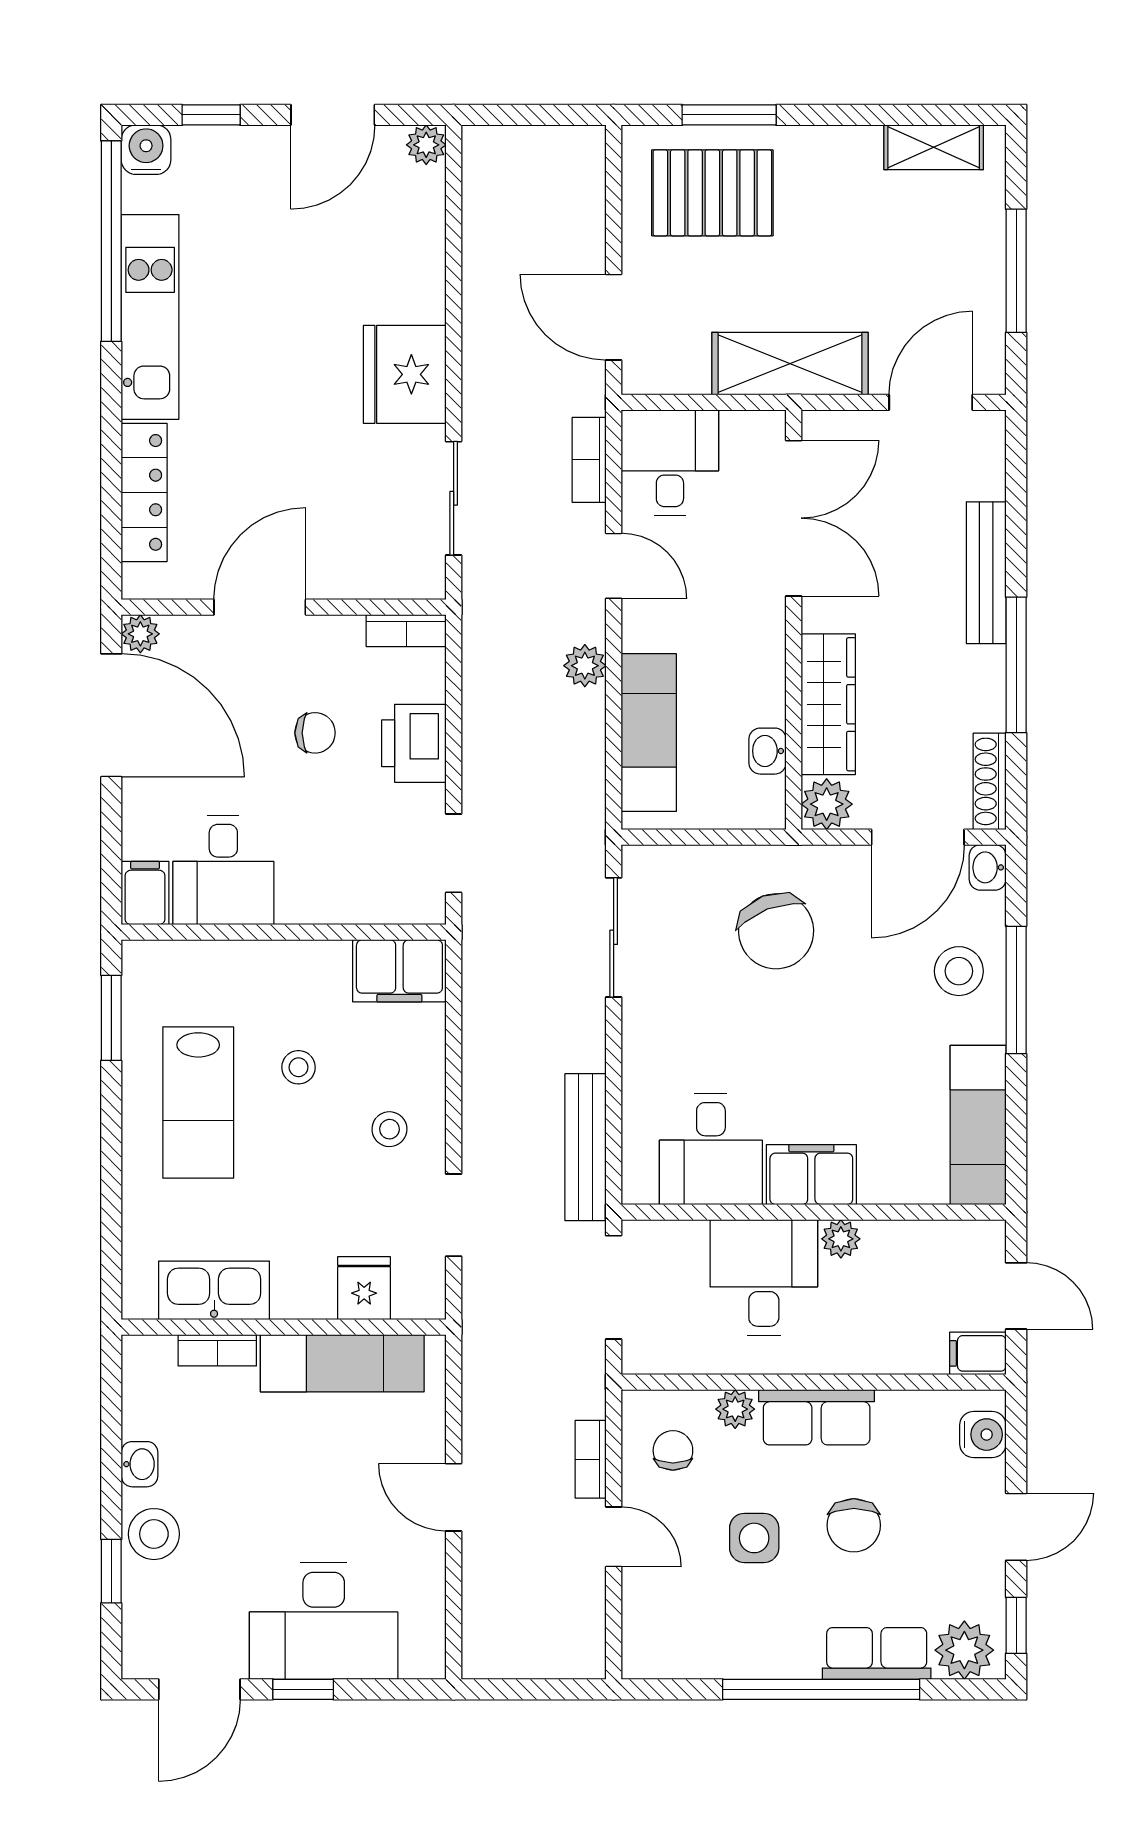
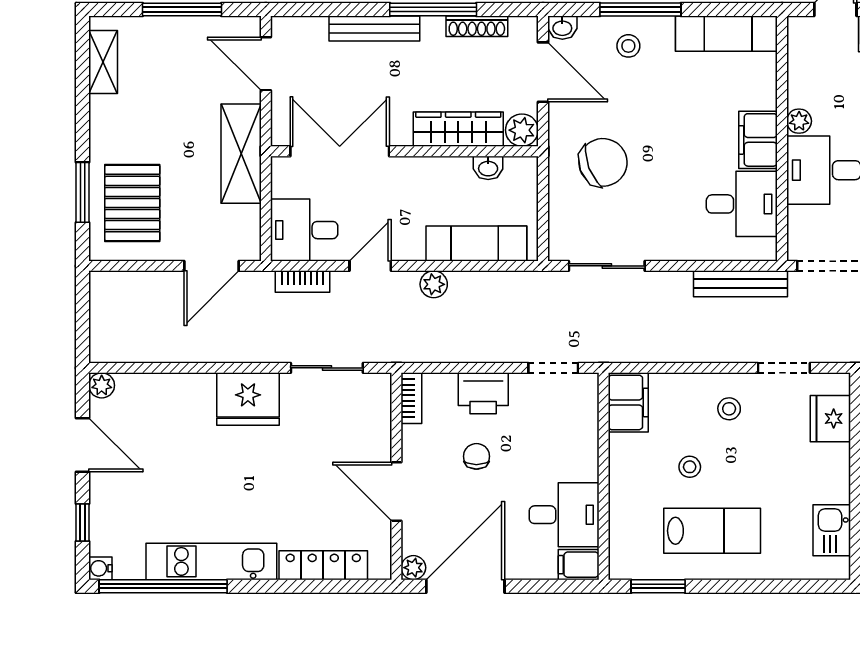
water cooler: (146, 150) -> (100, 568), width x0.72, depth x0.72
shoe rack: (990, 781) -> (477, 26), moved
stool: (959, 971) -> (628, 46), width x0.73, depth x0.73
fridge: (364, 1288) -> (830, 419), width x1.38
kitchen sink: (214, 1290) -> (832, 530), width x0.73

